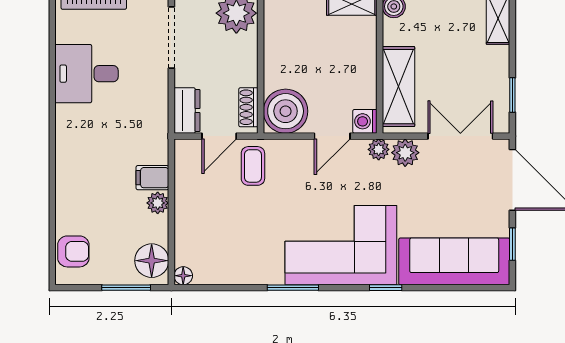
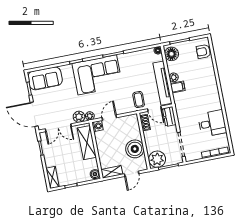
boiler: (286, 111) -> (135, 149), moved
door: (219, 136) -> (154, 109), swing flipped
tv unit: (188, 194) -> (162, 83), added
sofa: (454, 261) -> (45, 78), width x0.73

